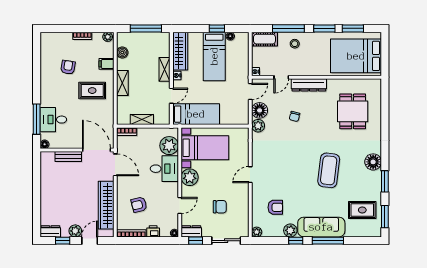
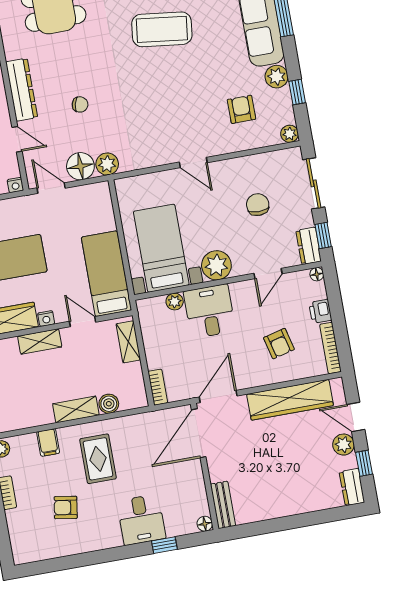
boiler: (122, 52) -> (109, 404), moved
window: (37, 119) -> (164, 545), width x0.46
desk: (53, 120) -> (141, 520), moved
shelving: (142, 120) -> (128, 342), moved
plant: (169, 146) -> (175, 302), width x0.53, depth x0.53
bench: (68, 157) -> (223, 505), moved
door: (180, 206) -> (268, 274), swing flipped
window: (296, 241) -> (297, 92), moved

